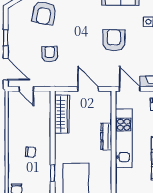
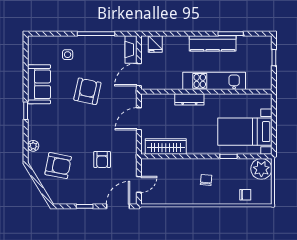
armchair: (114, 40) -> (87, 91), turned 102
armchair: (50, 54) -> (102, 160), turned -90
kitchen unit: (124, 138) -> (214, 81), moved

